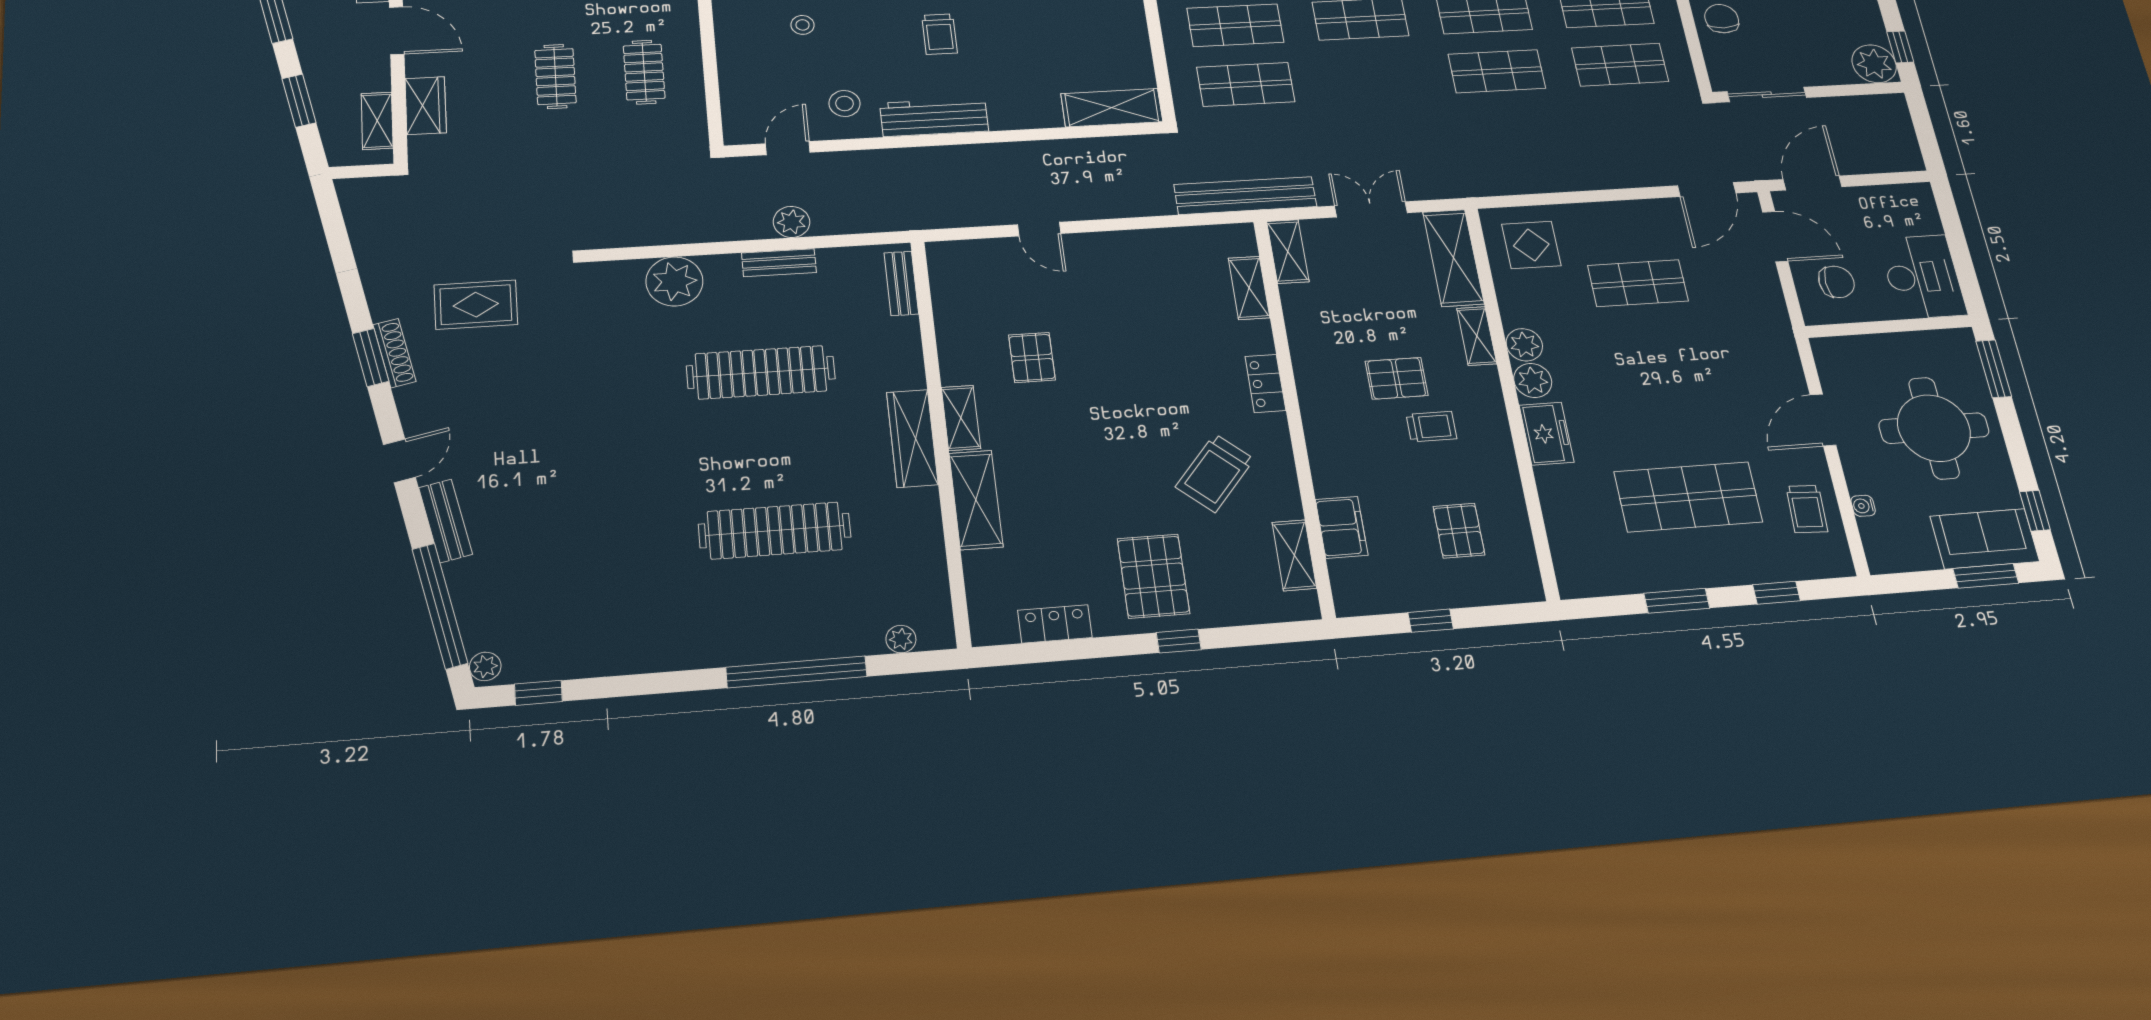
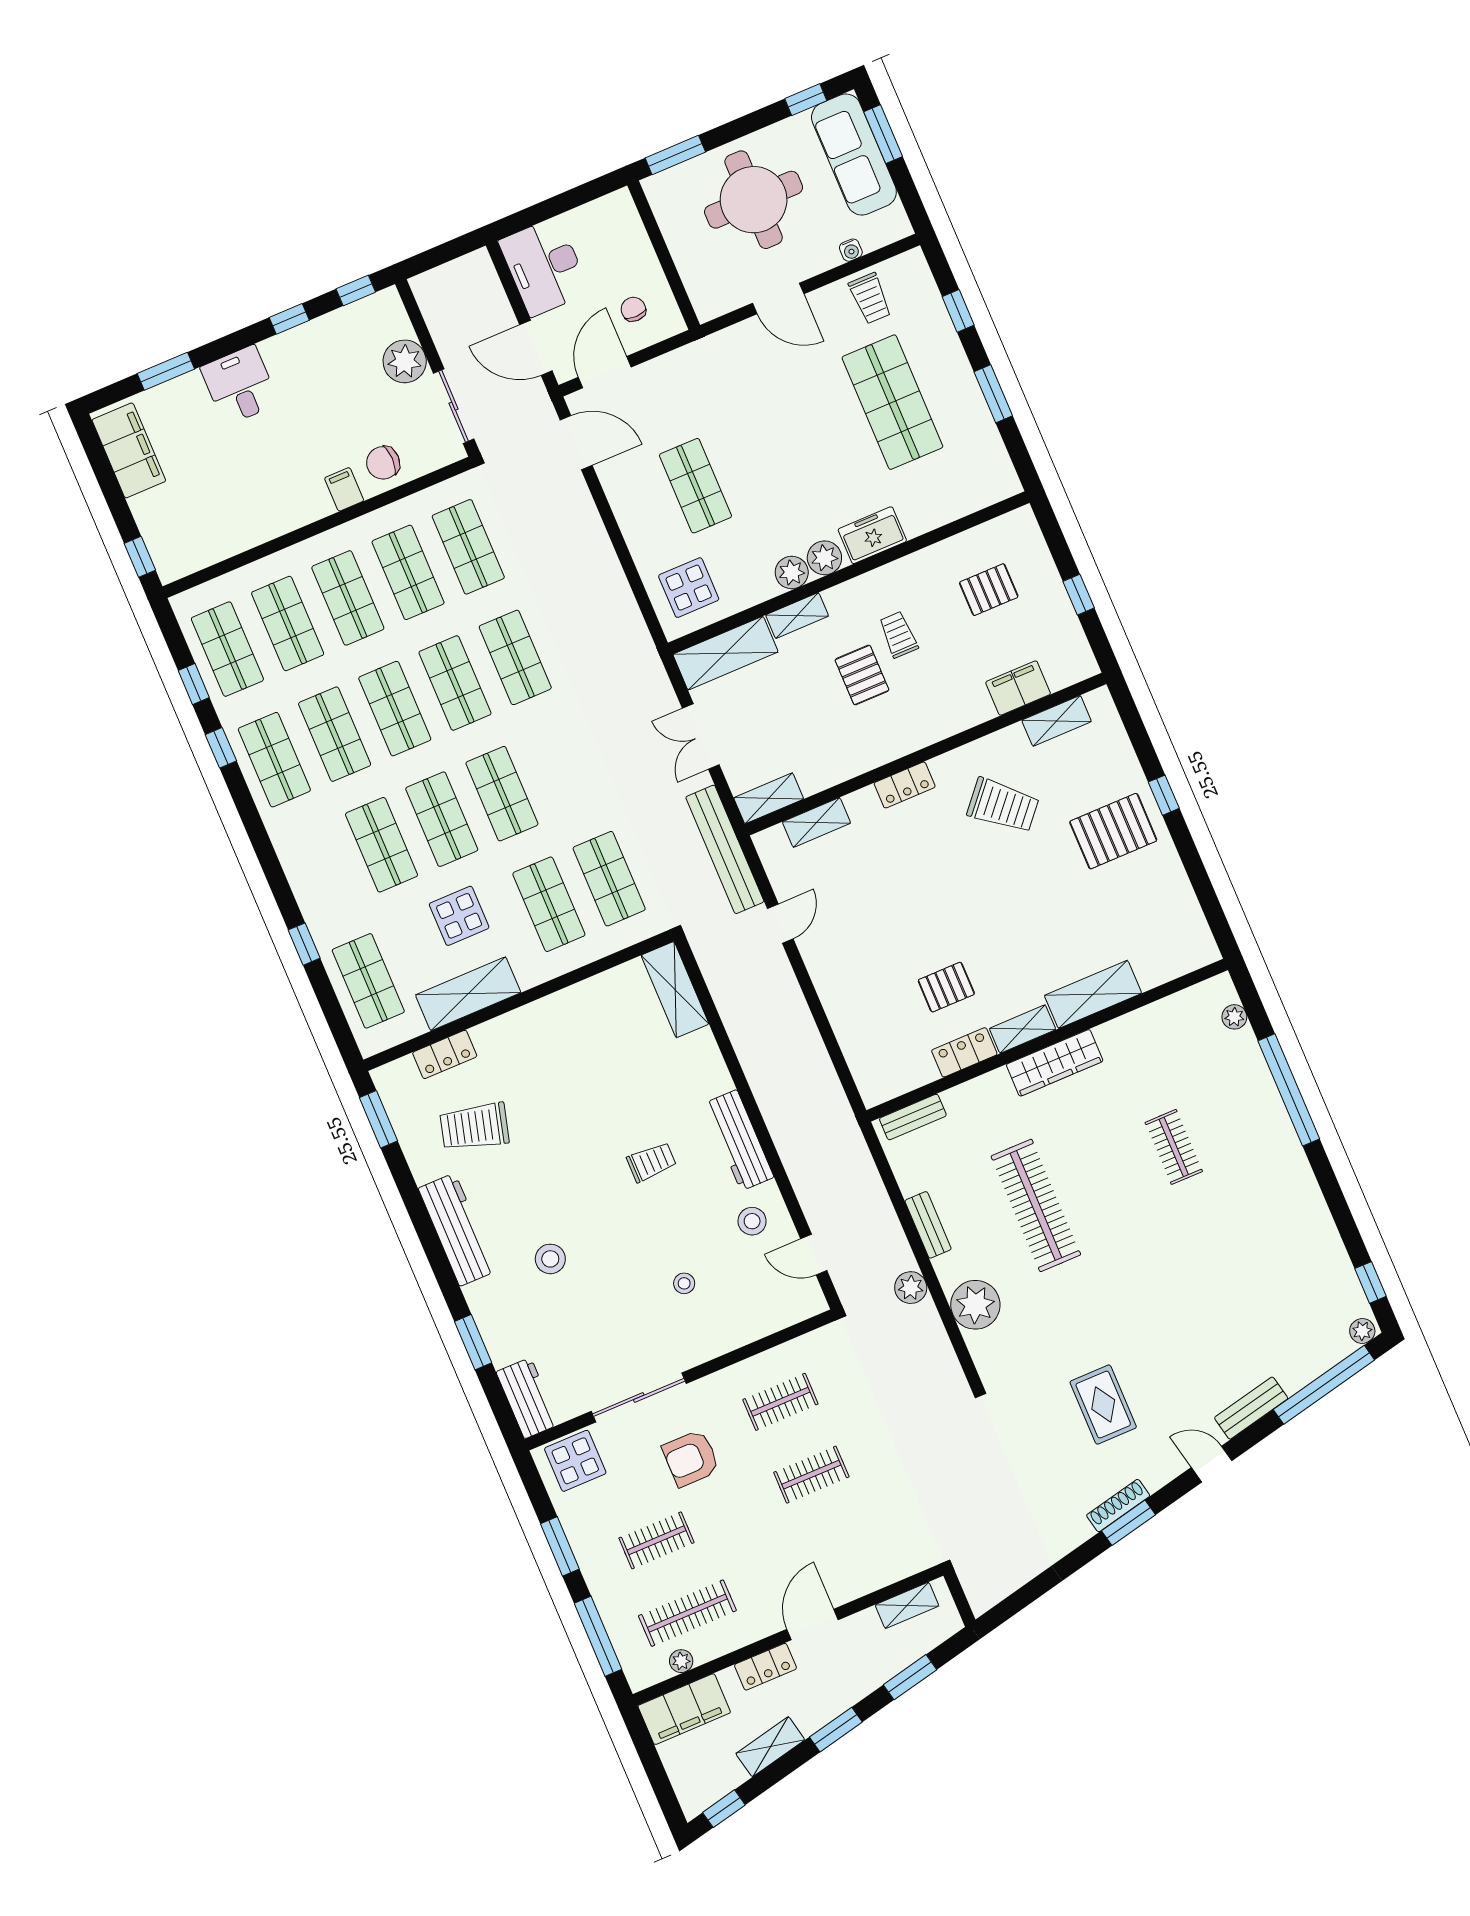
plant: (1874, 64) -> (405, 361), moved
wardrobe: (426, 106) -> (878, 1571), removed
plant: (792, 222) -> (911, 1288), moved
door: (1039, 229) -> (780, 924), moved
desk: (1923, 277) -> (544, 267), moved, turned -90
chair: (1836, 282) -> (633, 309), width x0.73, depth x0.73
rug: (476, 305) -> (1103, 1405), moved
trolley: (1807, 509) -> (870, 298), turned 87
clothes rail: (775, 531) -> (1174, 1147), width x0.54, depth x0.76
sofa: (1985, 539) -> (854, 155), width x1.36
locker: (1055, 624) -> (964, 1052), moved, turned 90

